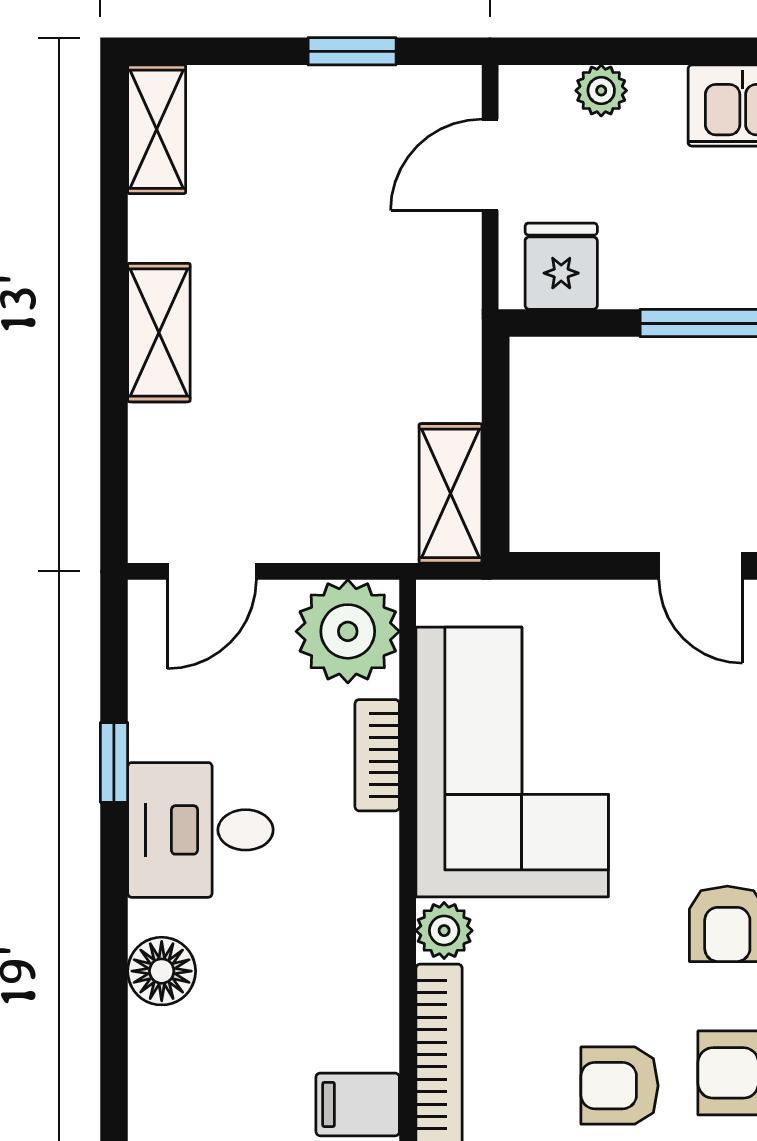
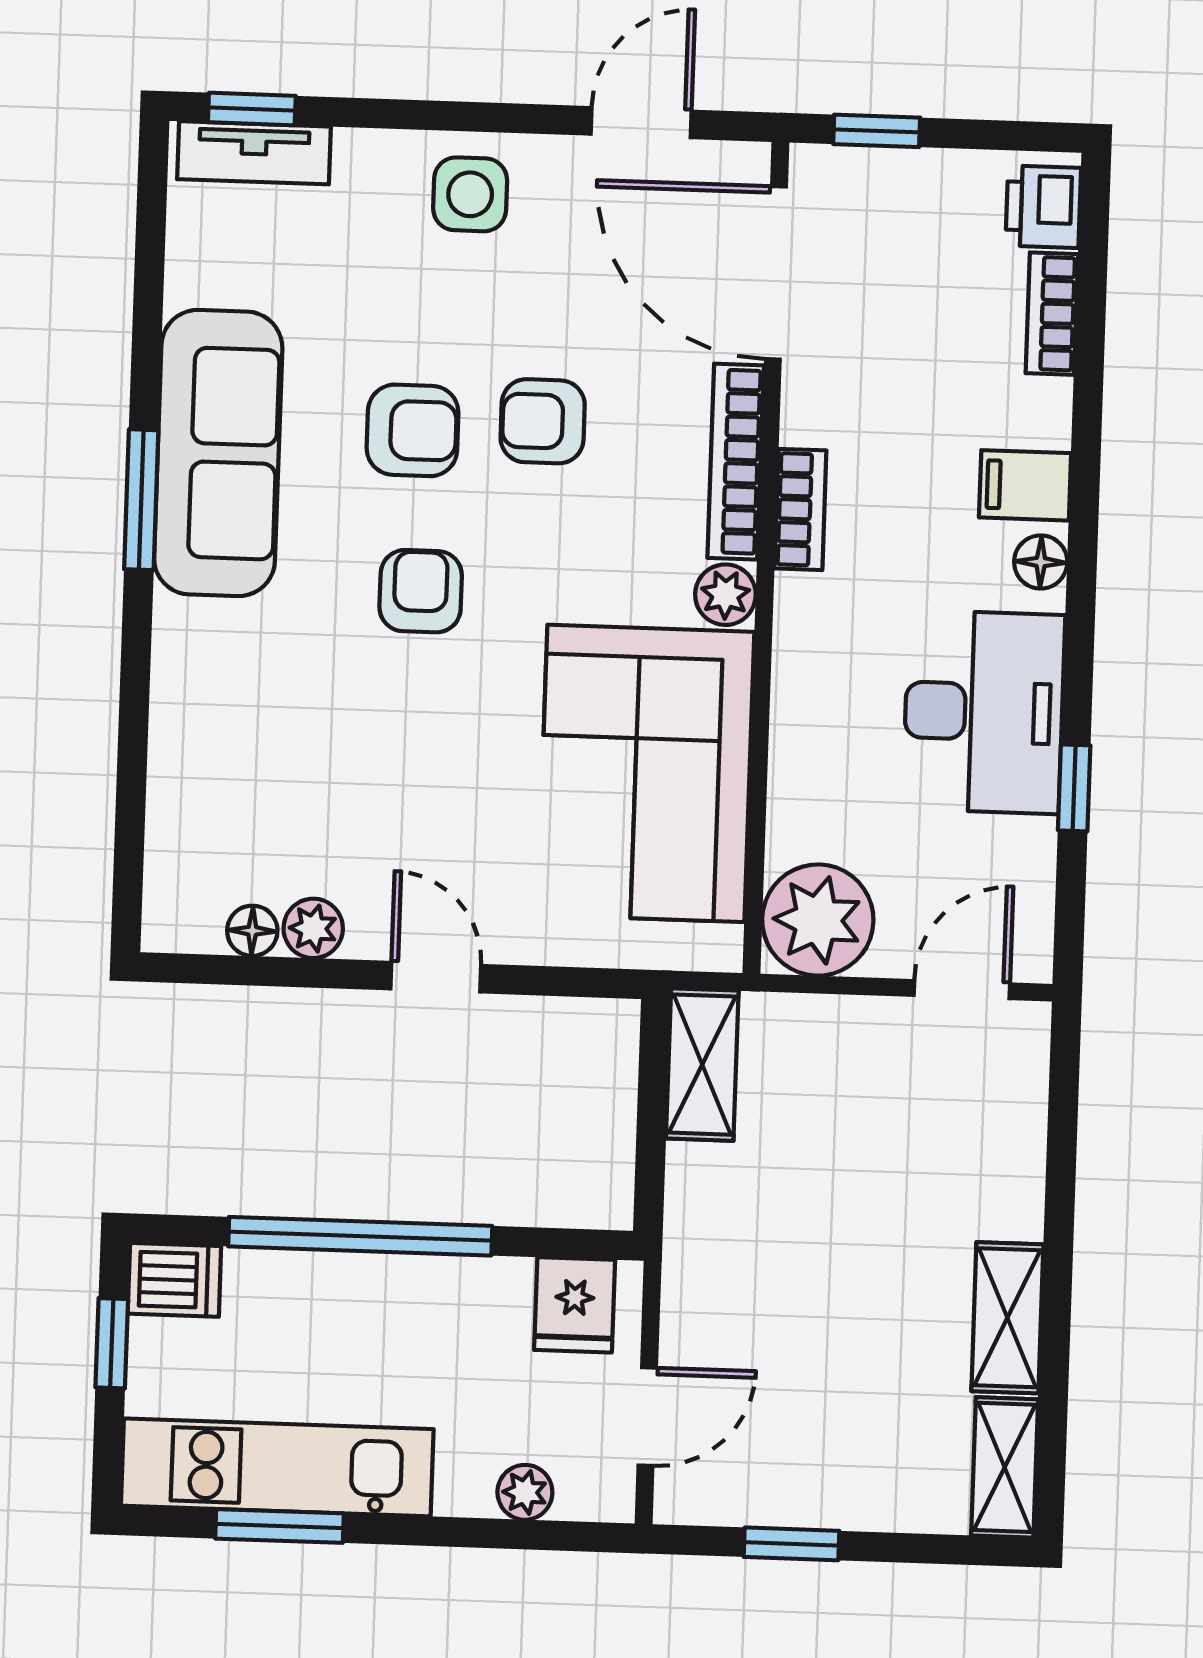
shelving: (159, 333) -> (1007, 1318), moved
bookcase: (377, 755) -> (800, 509), moved
desk: (200, 830) -> (984, 712), width x1.37
floor lamp: (162, 971) -> (1041, 562), width x0.73, depth x0.73
armchair: (619, 1086) -> (543, 421), turned 180
filing cabinet: (358, 1104) -> (1025, 485), moved, turned 180

